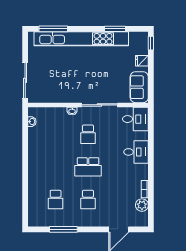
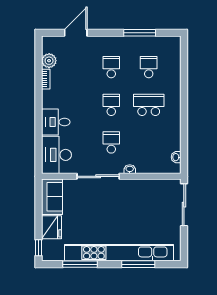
window: (53, 29) -> (138, 264), moved
window: (115, 29) -> (80, 264), width x1.44
fridge: (142, 61) -> (52, 227), width x1.88, depth x1.34
desk: (135, 119) -> (56, 155), width x1.37
school desk: (56, 167) -> (149, 105), added
school desk: (88, 167) -> (111, 105), width x0.54

